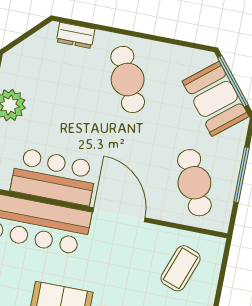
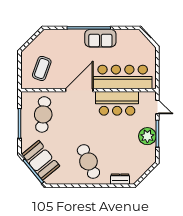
cafe table: (194, 183) -> (43, 114), turned 30
door: (119, 215) -> (79, 90), swing flipped

